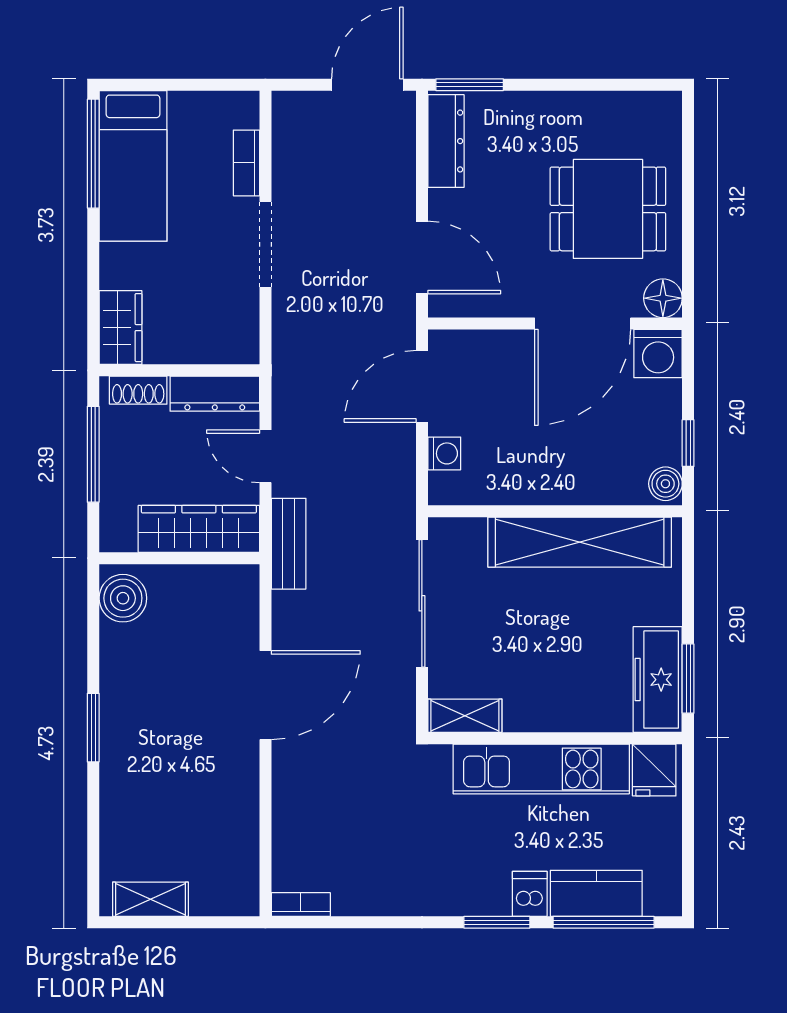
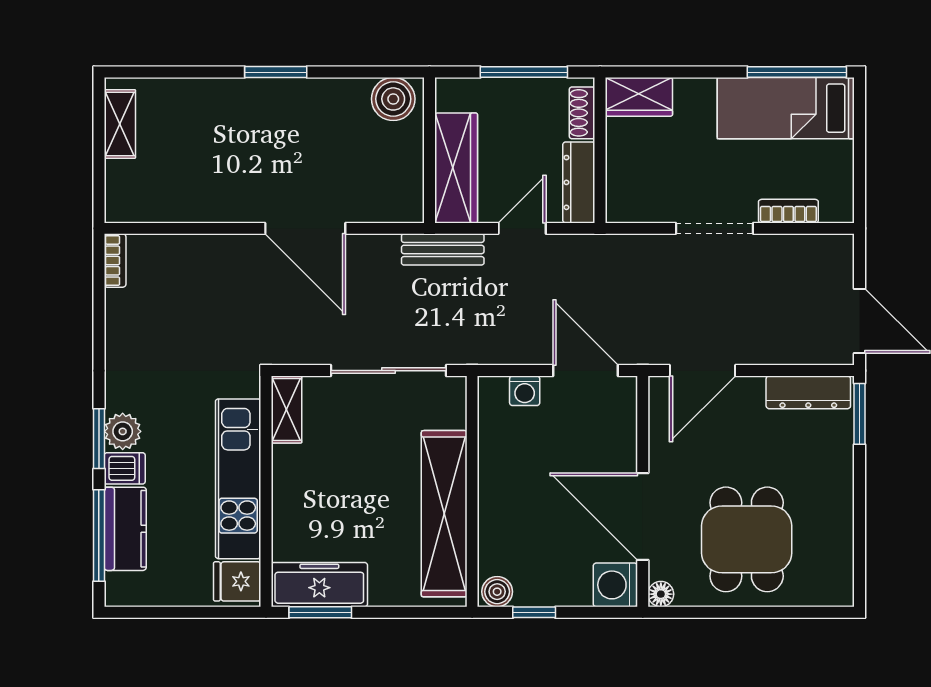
floor lamp: (663, 298) -> (661, 594), width x0.73, depth x0.73
plant: (489, 896) -> (123, 431), added

